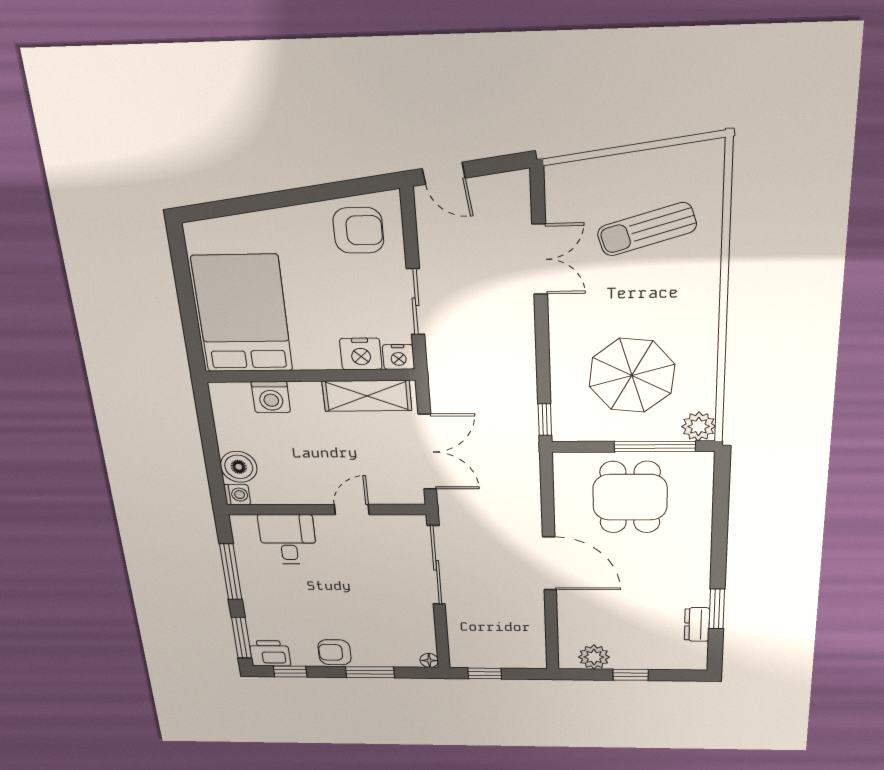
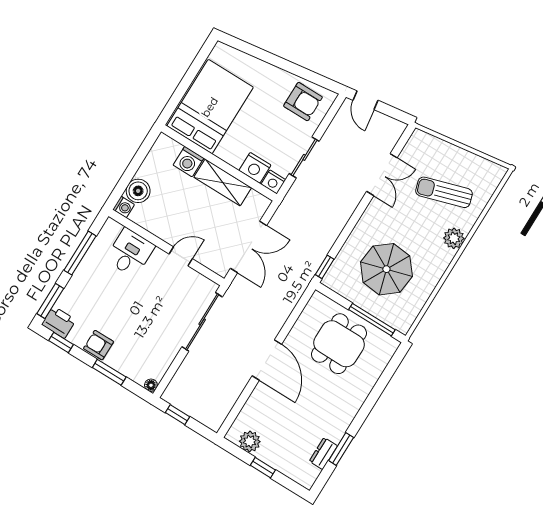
shelving: (367, 396) -> (223, 182), moved
plant: (699, 426) -> (454, 238), moved

